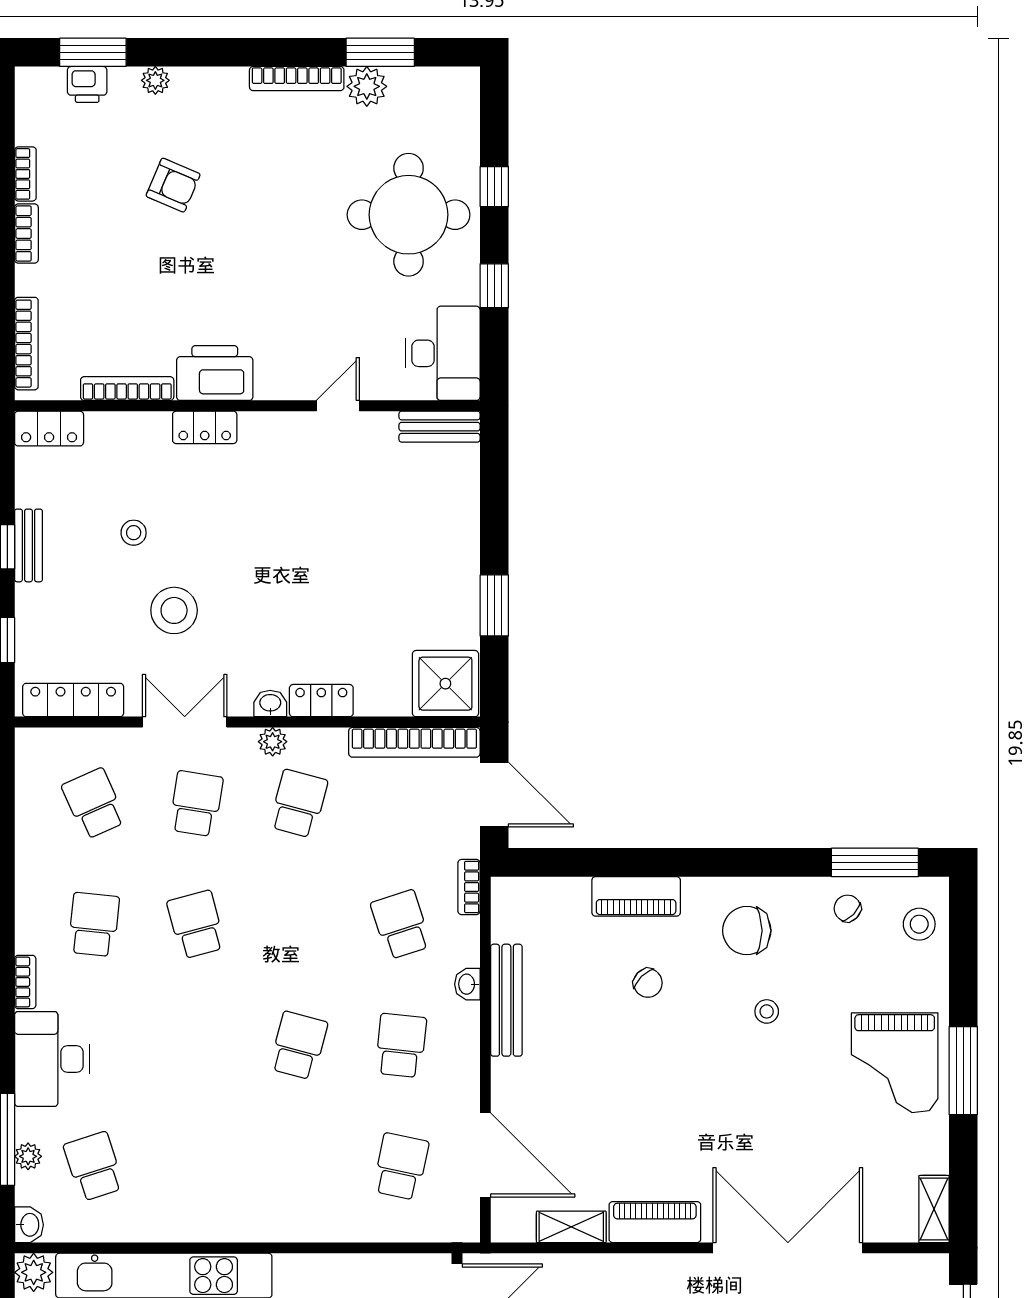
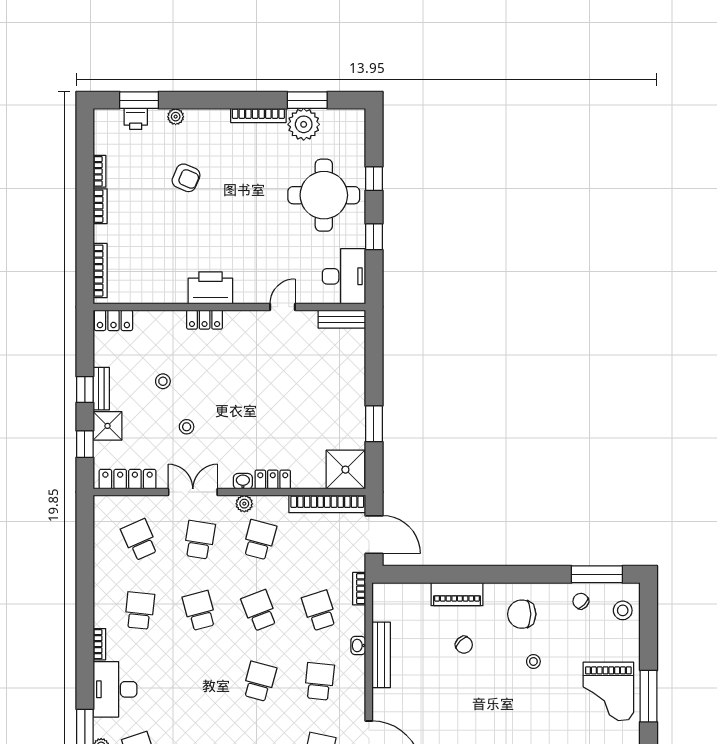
plant: (367, 86) -> (304, 124), width x1.36, depth x1.36
bookcase: (127, 389) -> (159, 297), removed
shower: (39, 609) -> (107, 426), added
stool: (174, 610) -> (187, 427), width x0.53, depth x0.53
school desk: (298, 925) -> (259, 611), added

